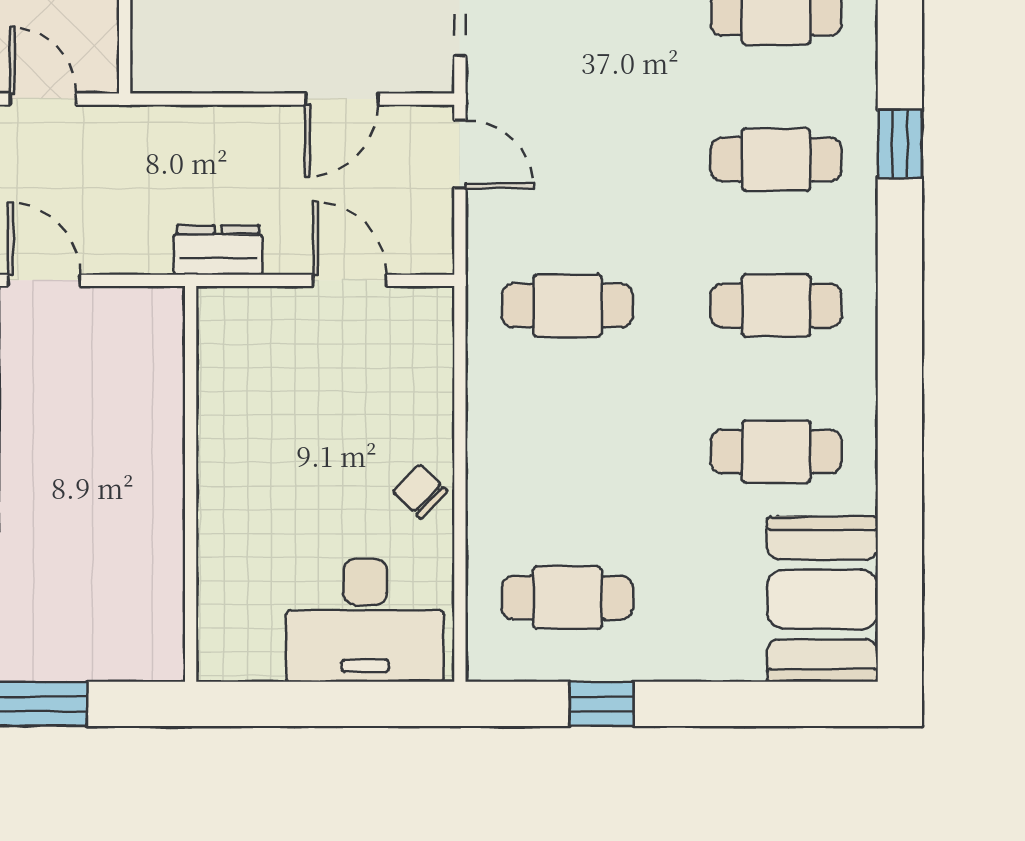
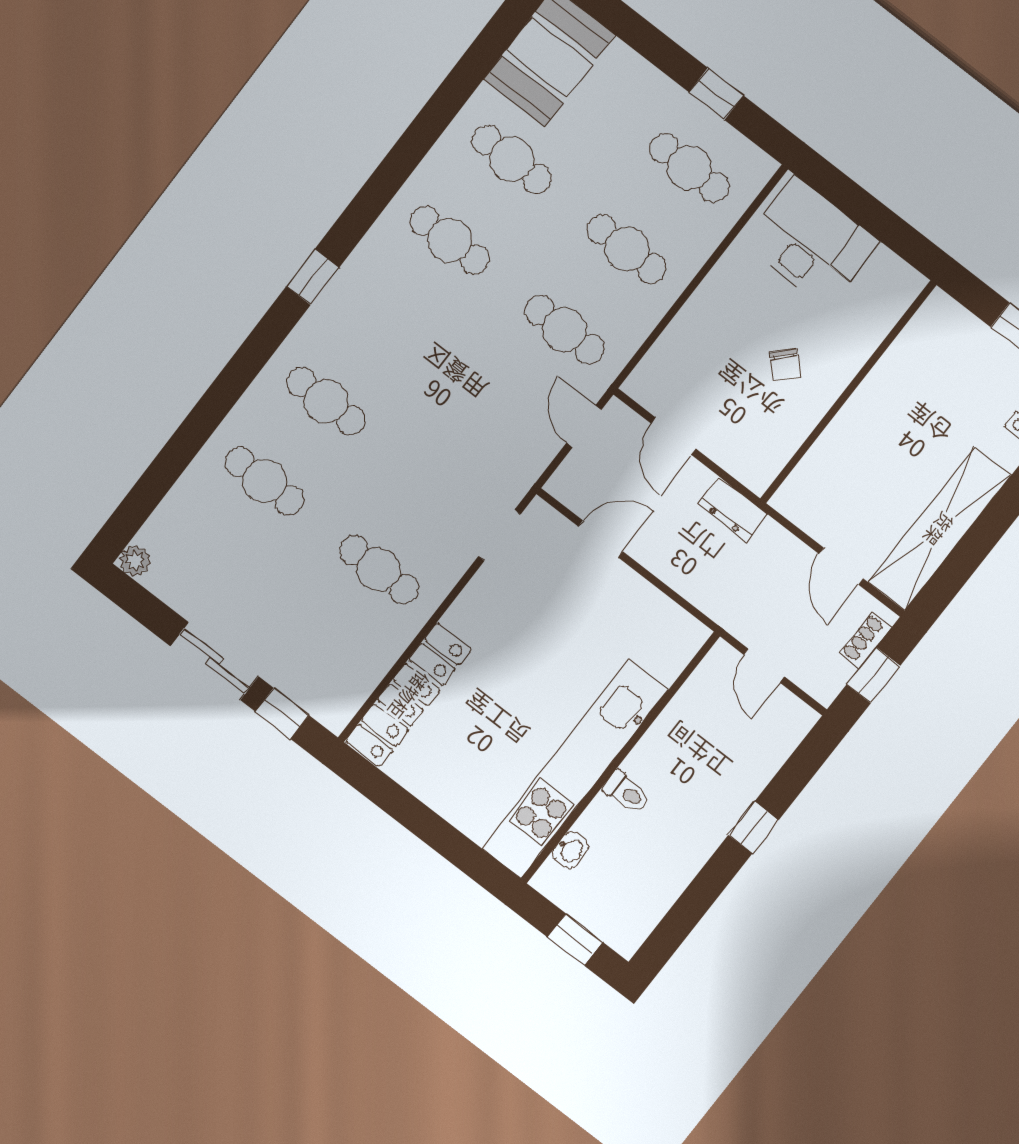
door: (460, 154) -> (584, 426), moved
cafe table: (776, 159) -> (627, 249), moved
chair: (420, 491) -> (785, 364), moved

